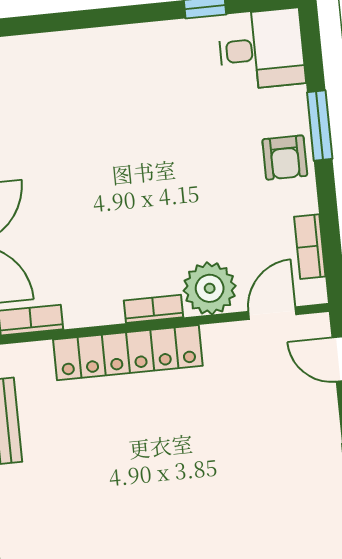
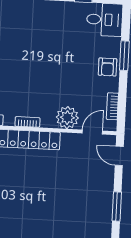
bookcase: (154, 309) -> (27, 122), moved

